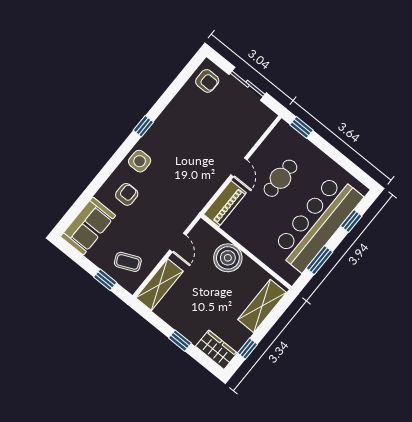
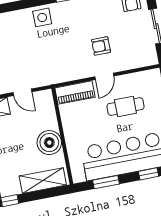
armchair: (127, 194) -> (101, 46), moved, turned 180
door: (178, 243) -> (22, 92), hinge flipped
boiler: (228, 258) -> (49, 143), moved

